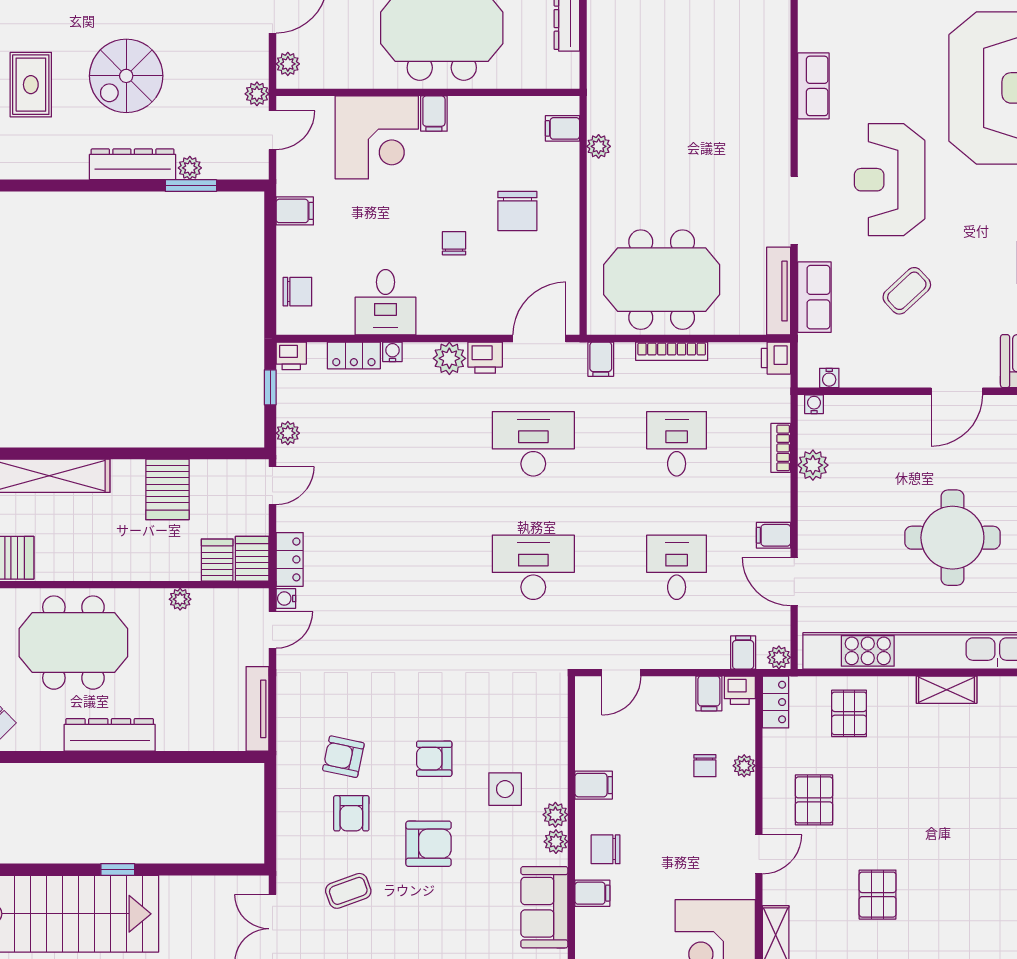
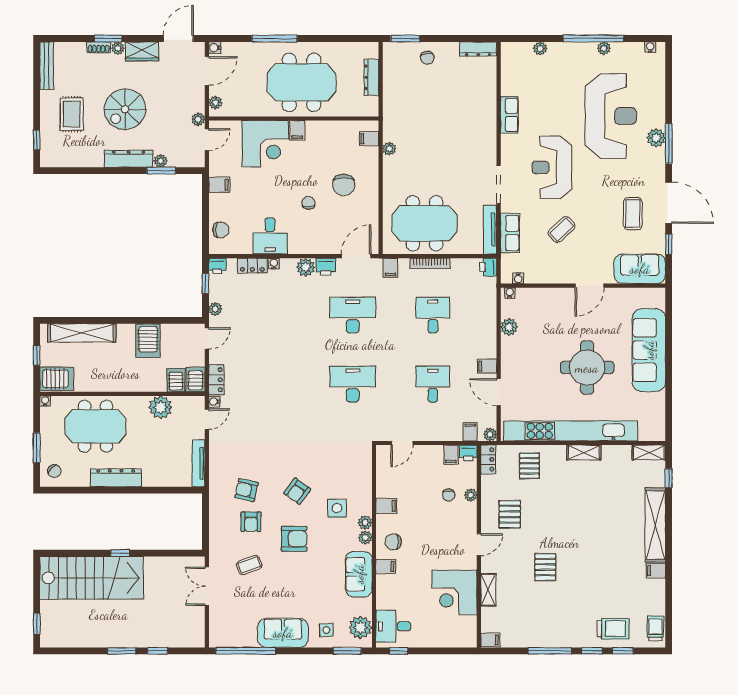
bookcase: (781, 448) -> (491, 317), removed
plant: (180, 599) -> (161, 407), width x1.88, depth x1.88
armchair: (434, 759) -> (297, 491), turned -54

